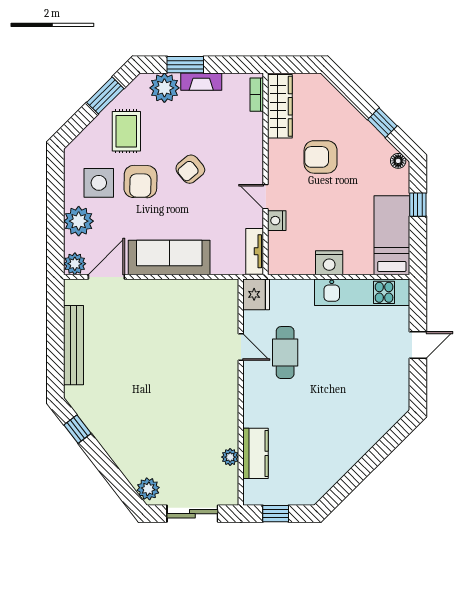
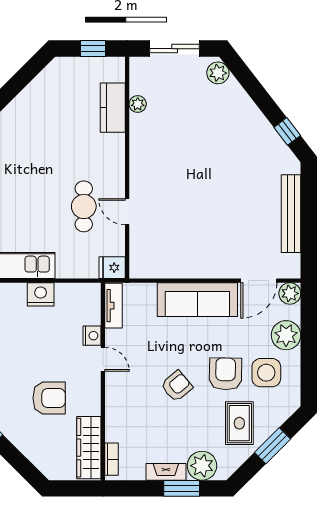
window: (105, 95) -> (272, 446), moved
fridge: (256, 294) -> (112, 268), width x0.72

